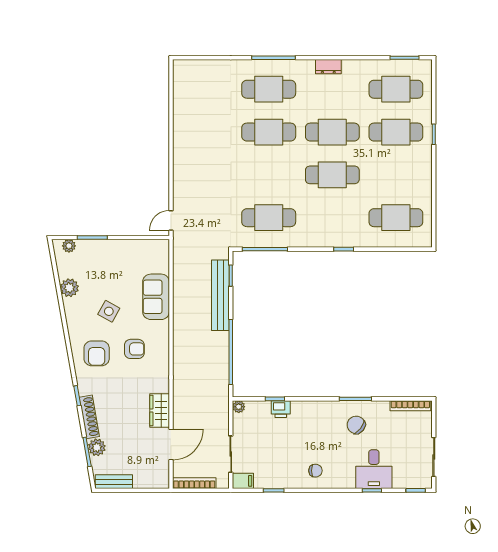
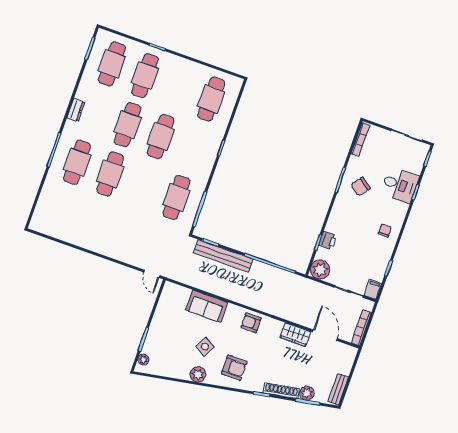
plant: (69, 288) -> (198, 374), moved
armchair: (134, 349) -> (251, 323), moved, turned -90
plant: (239, 407) -> (320, 270), width x1.88, depth x1.88

